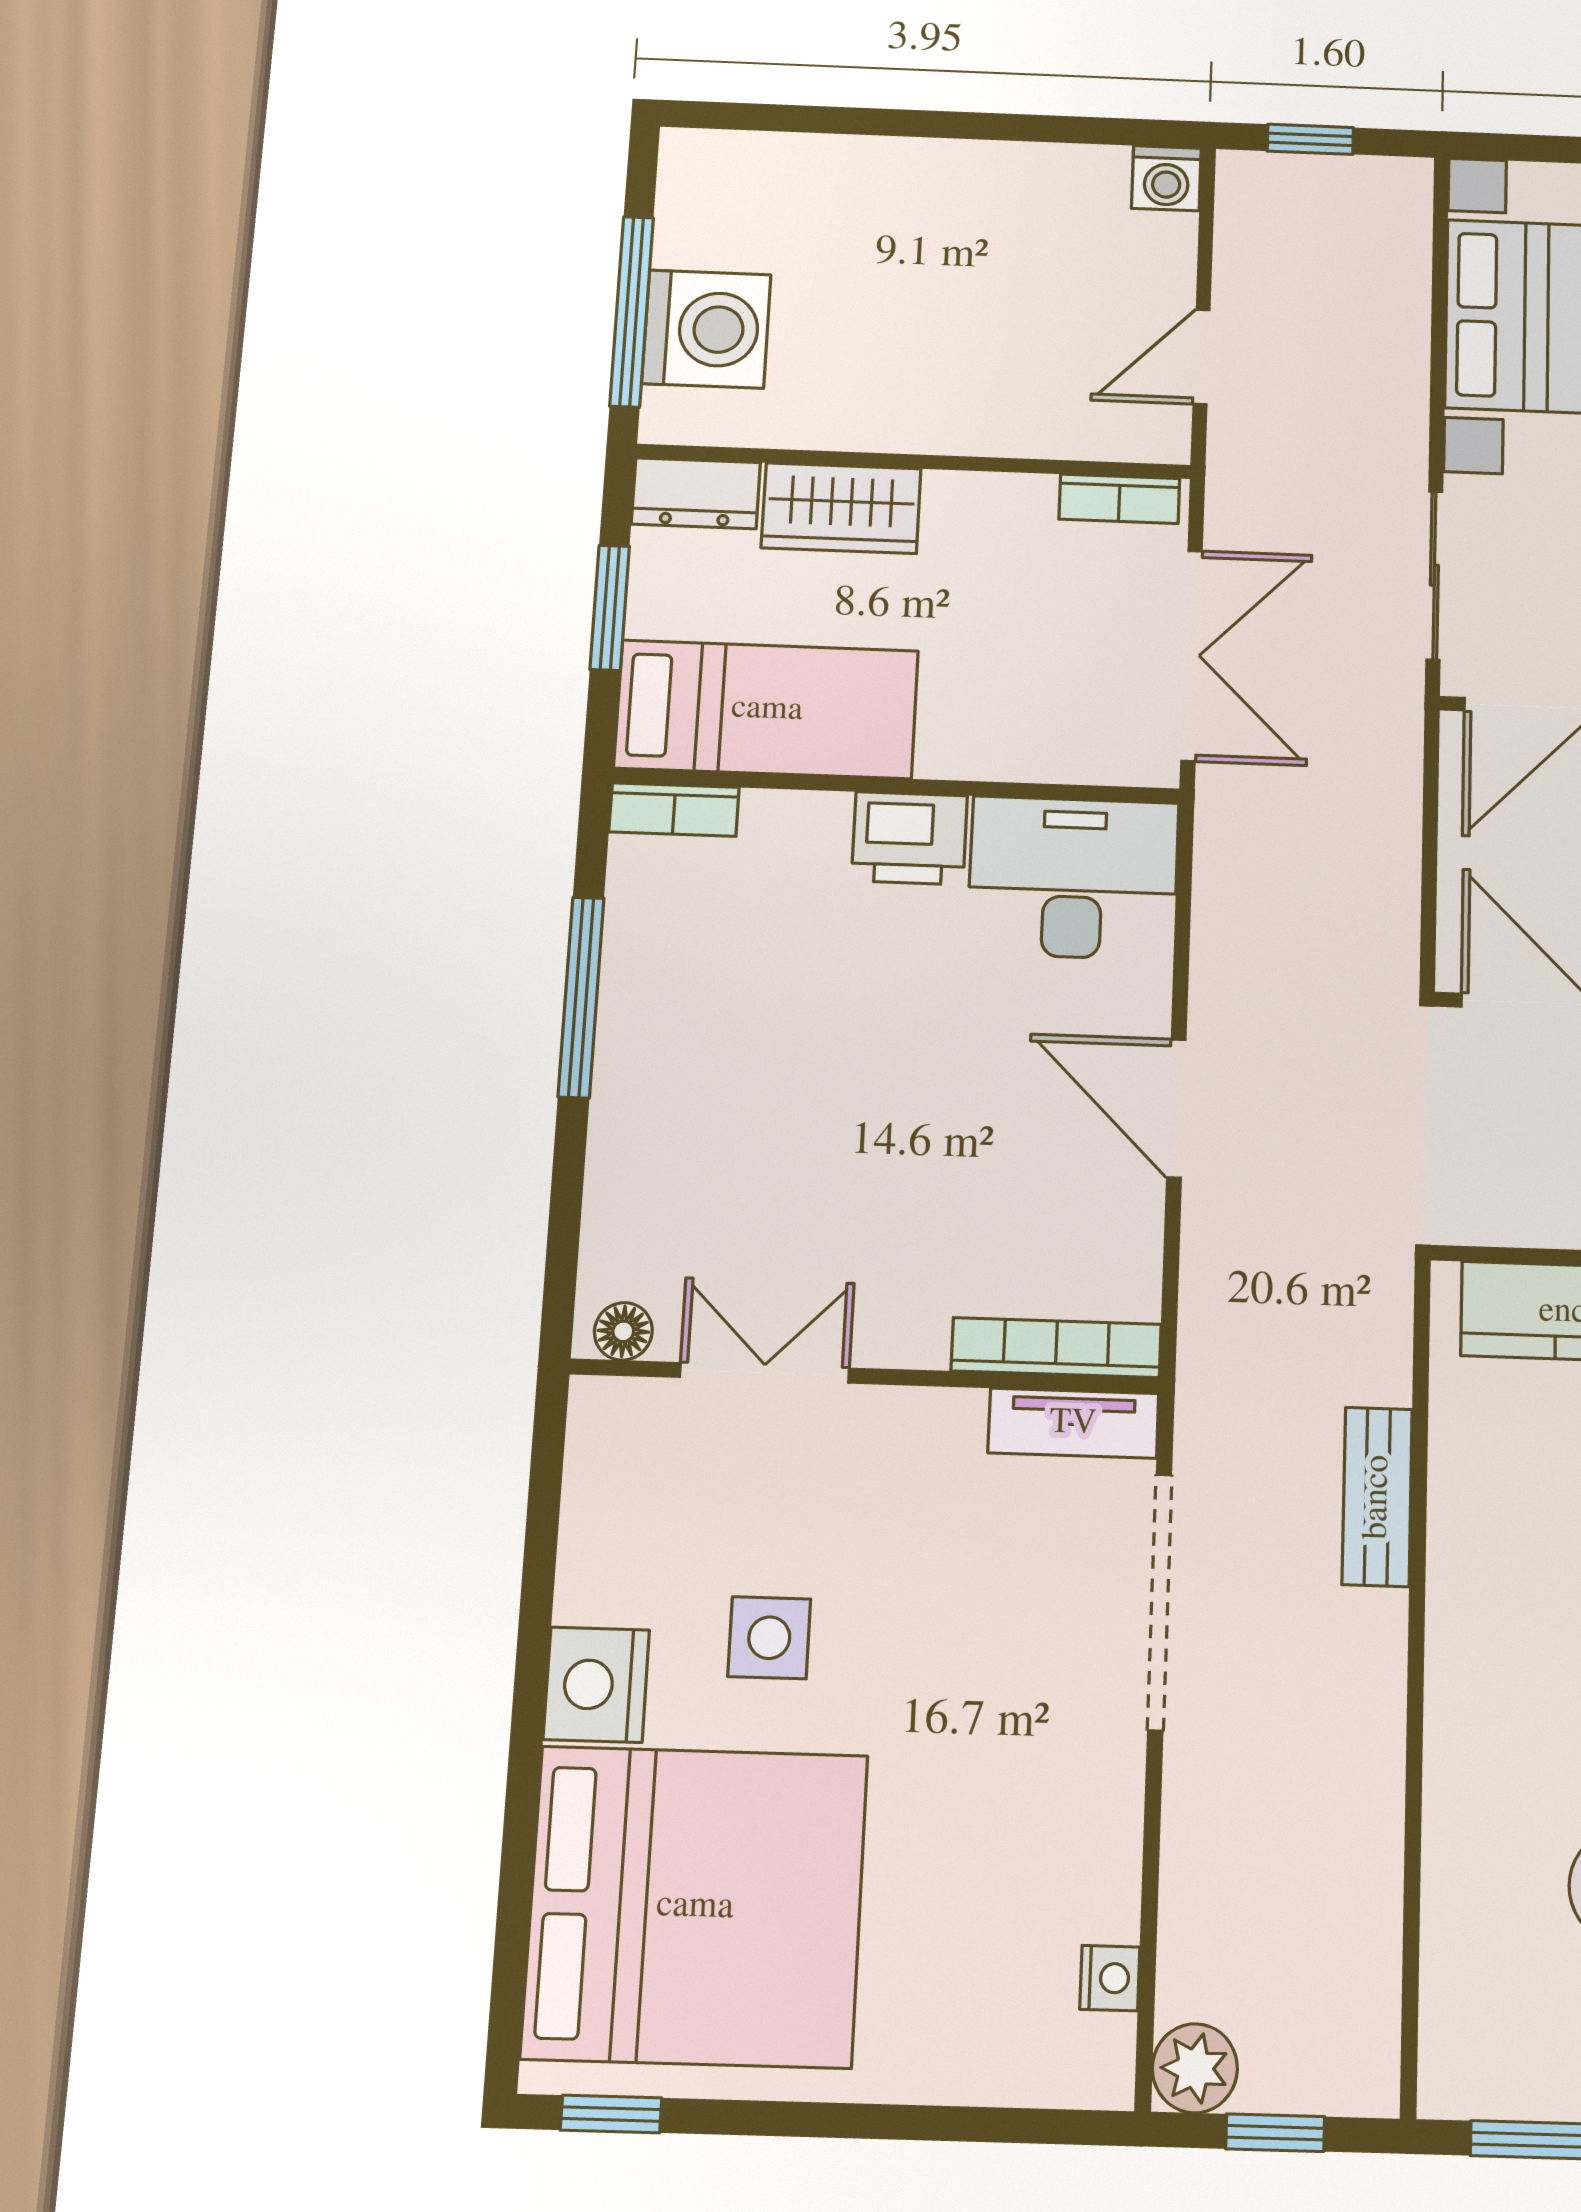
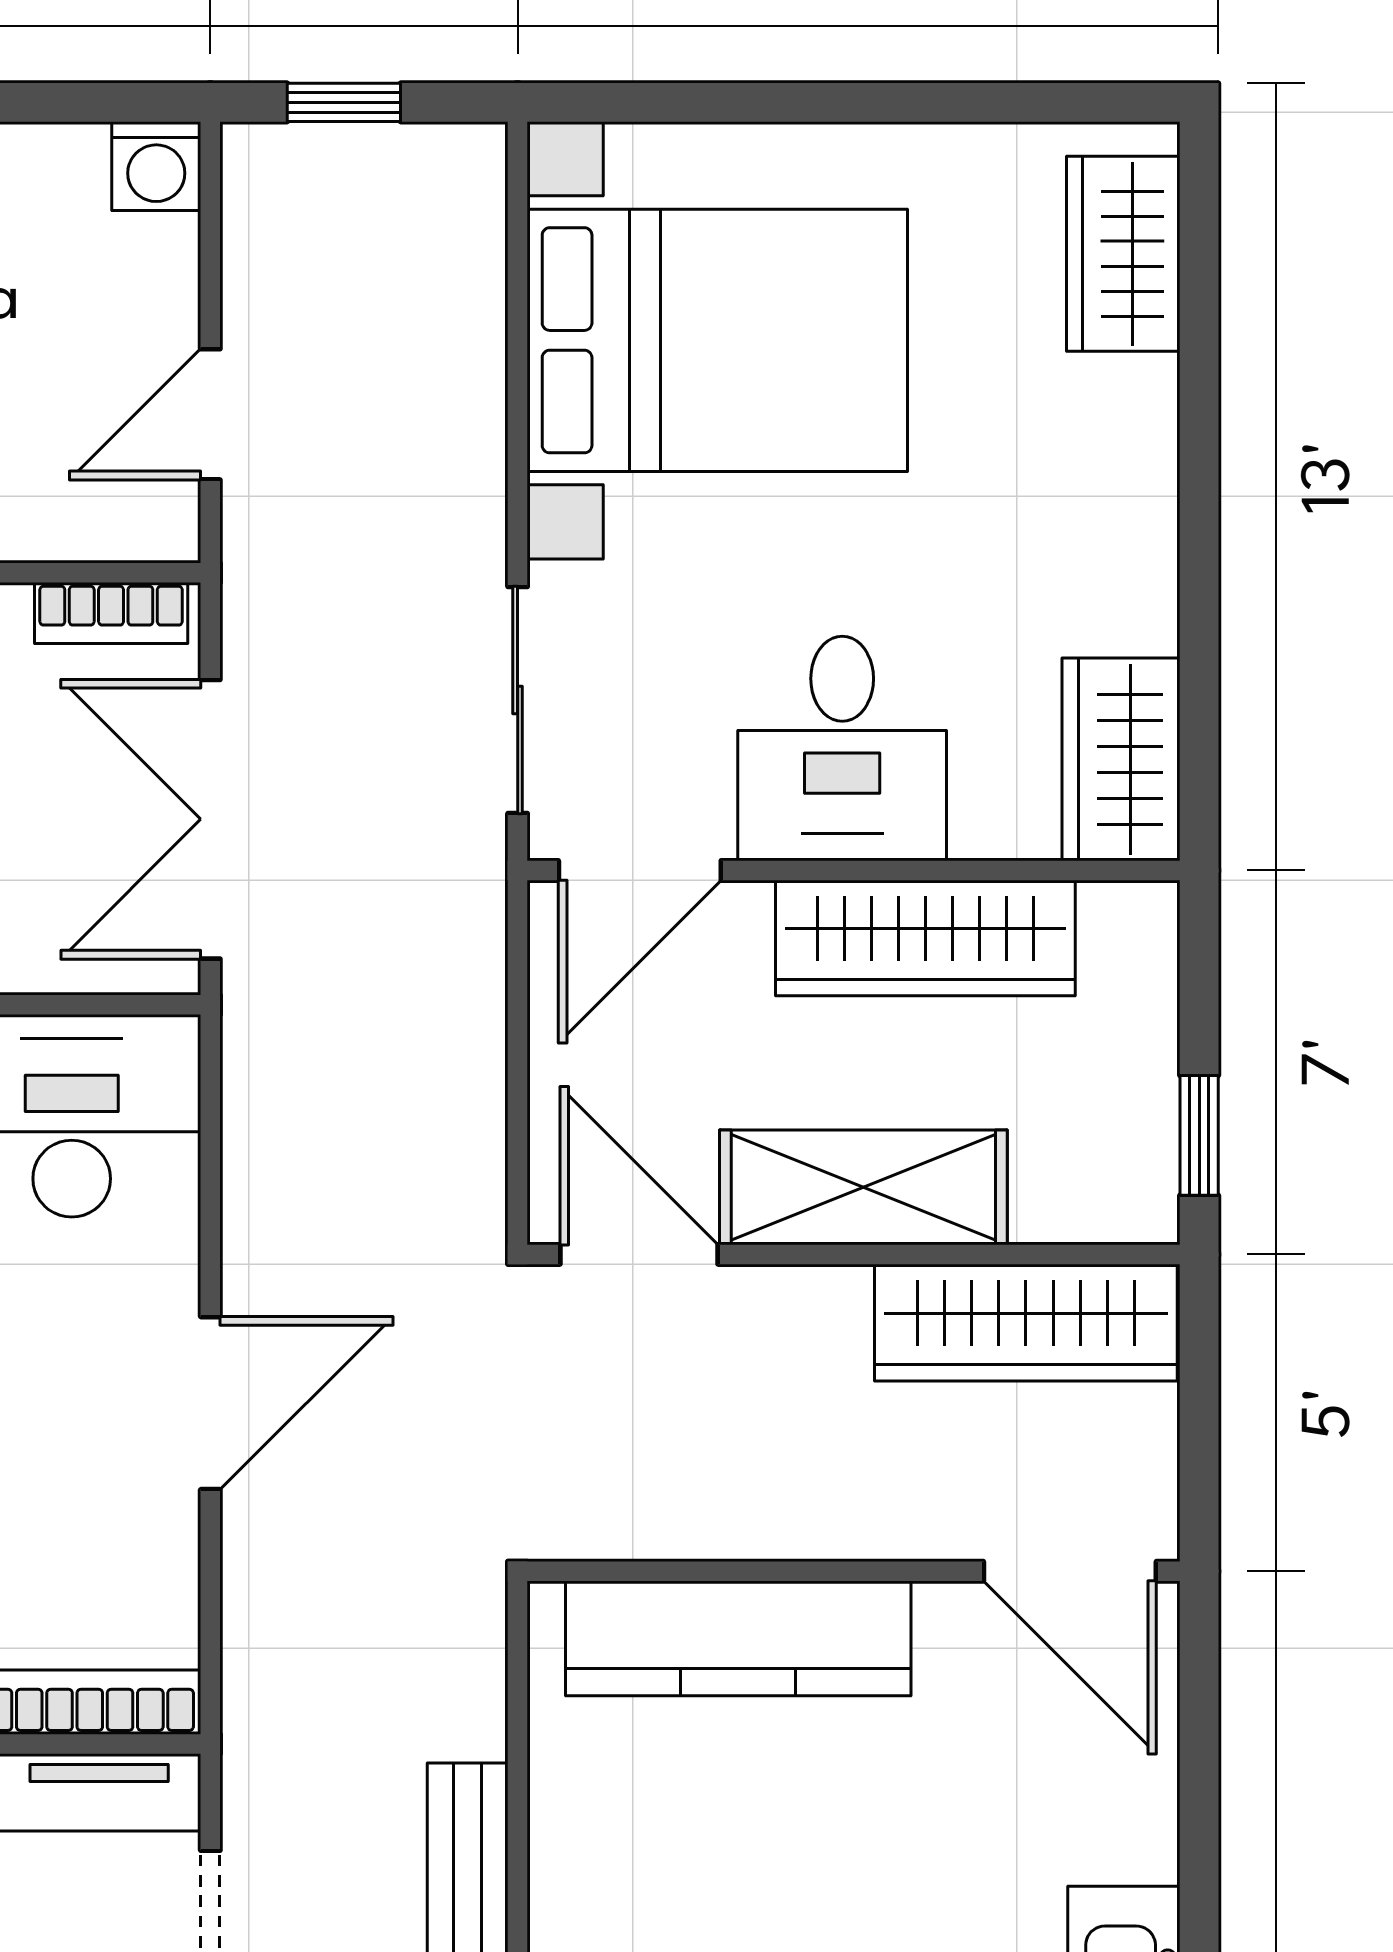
double door: (1192, 655) -> (210, 819), swing flipped
door: (1176, 1108) -> (210, 1403), swing flipped

